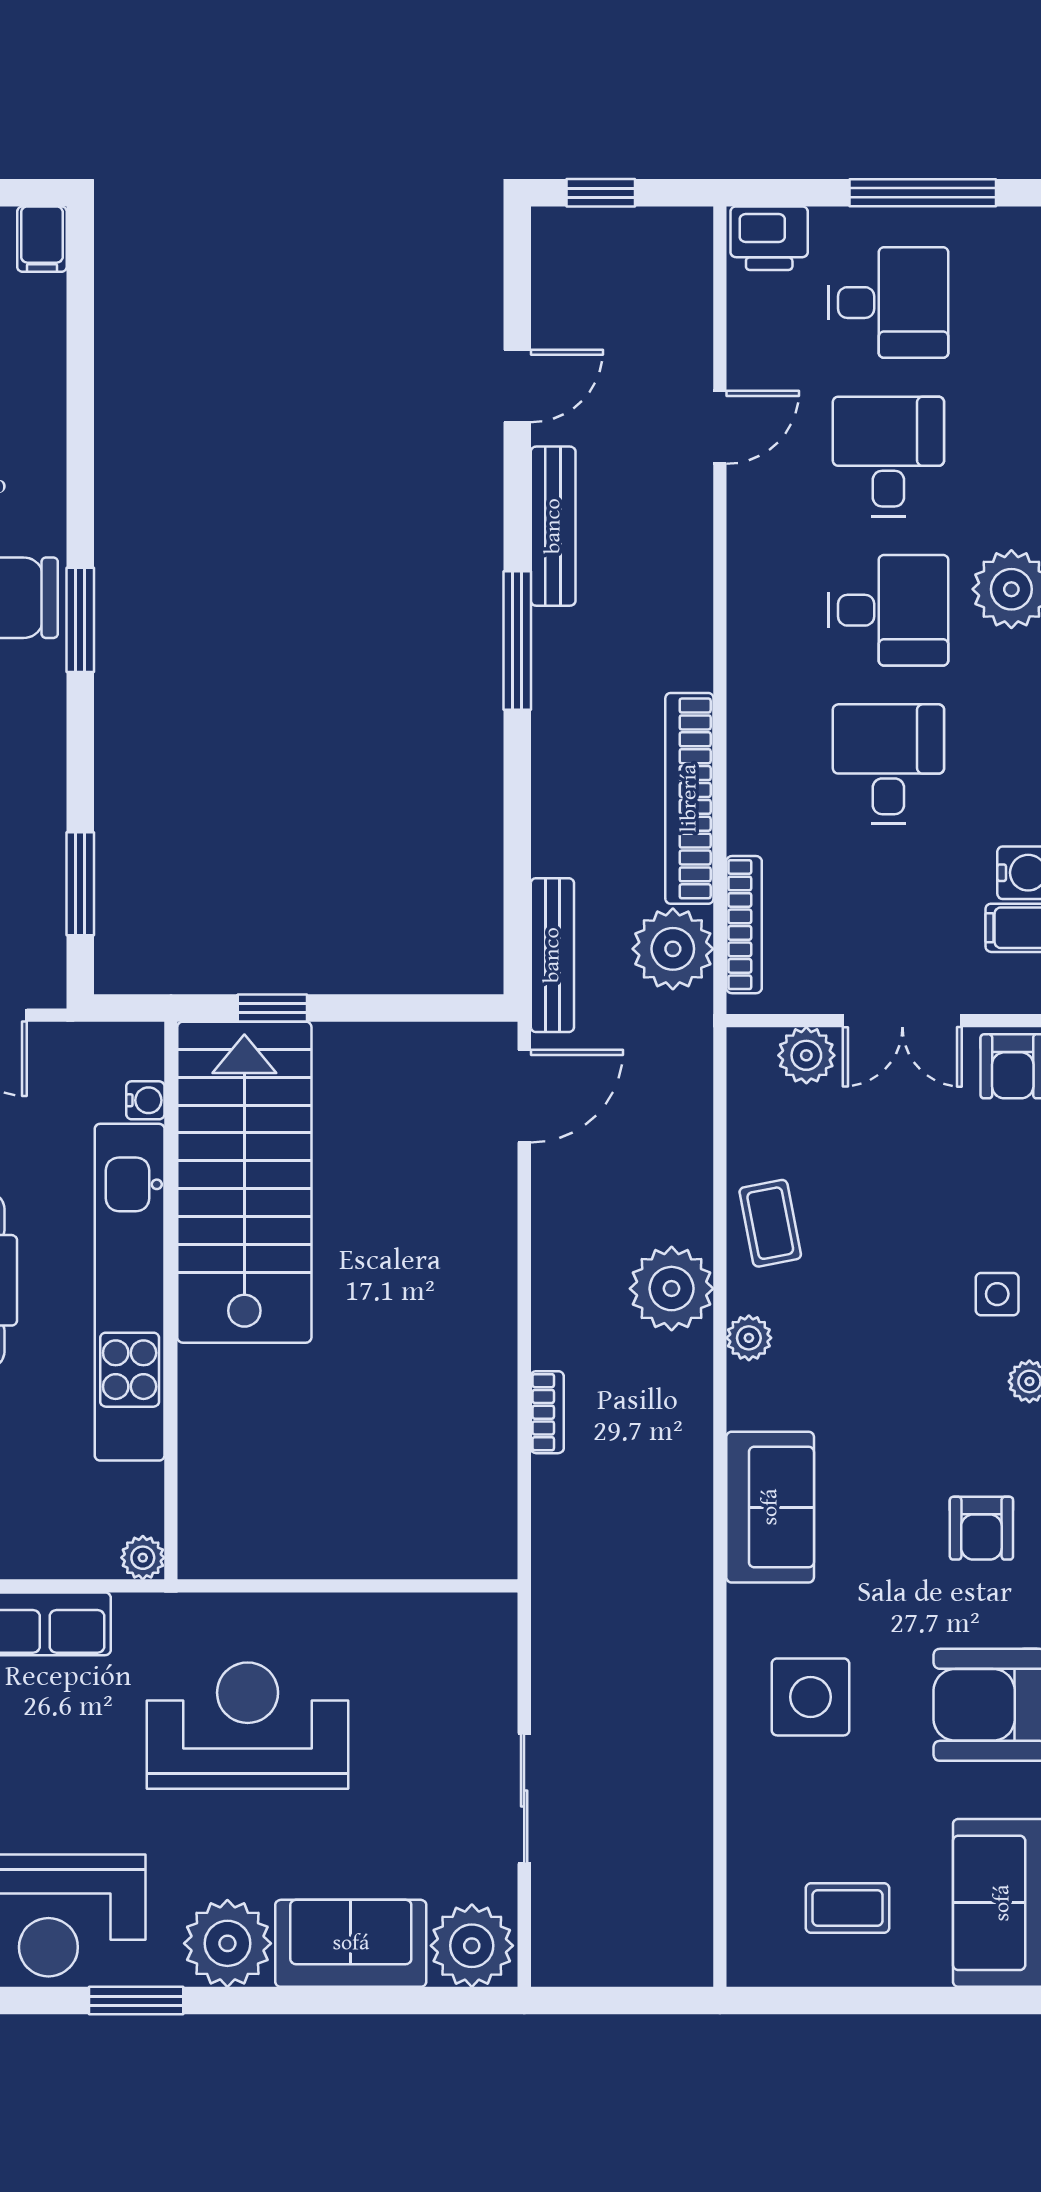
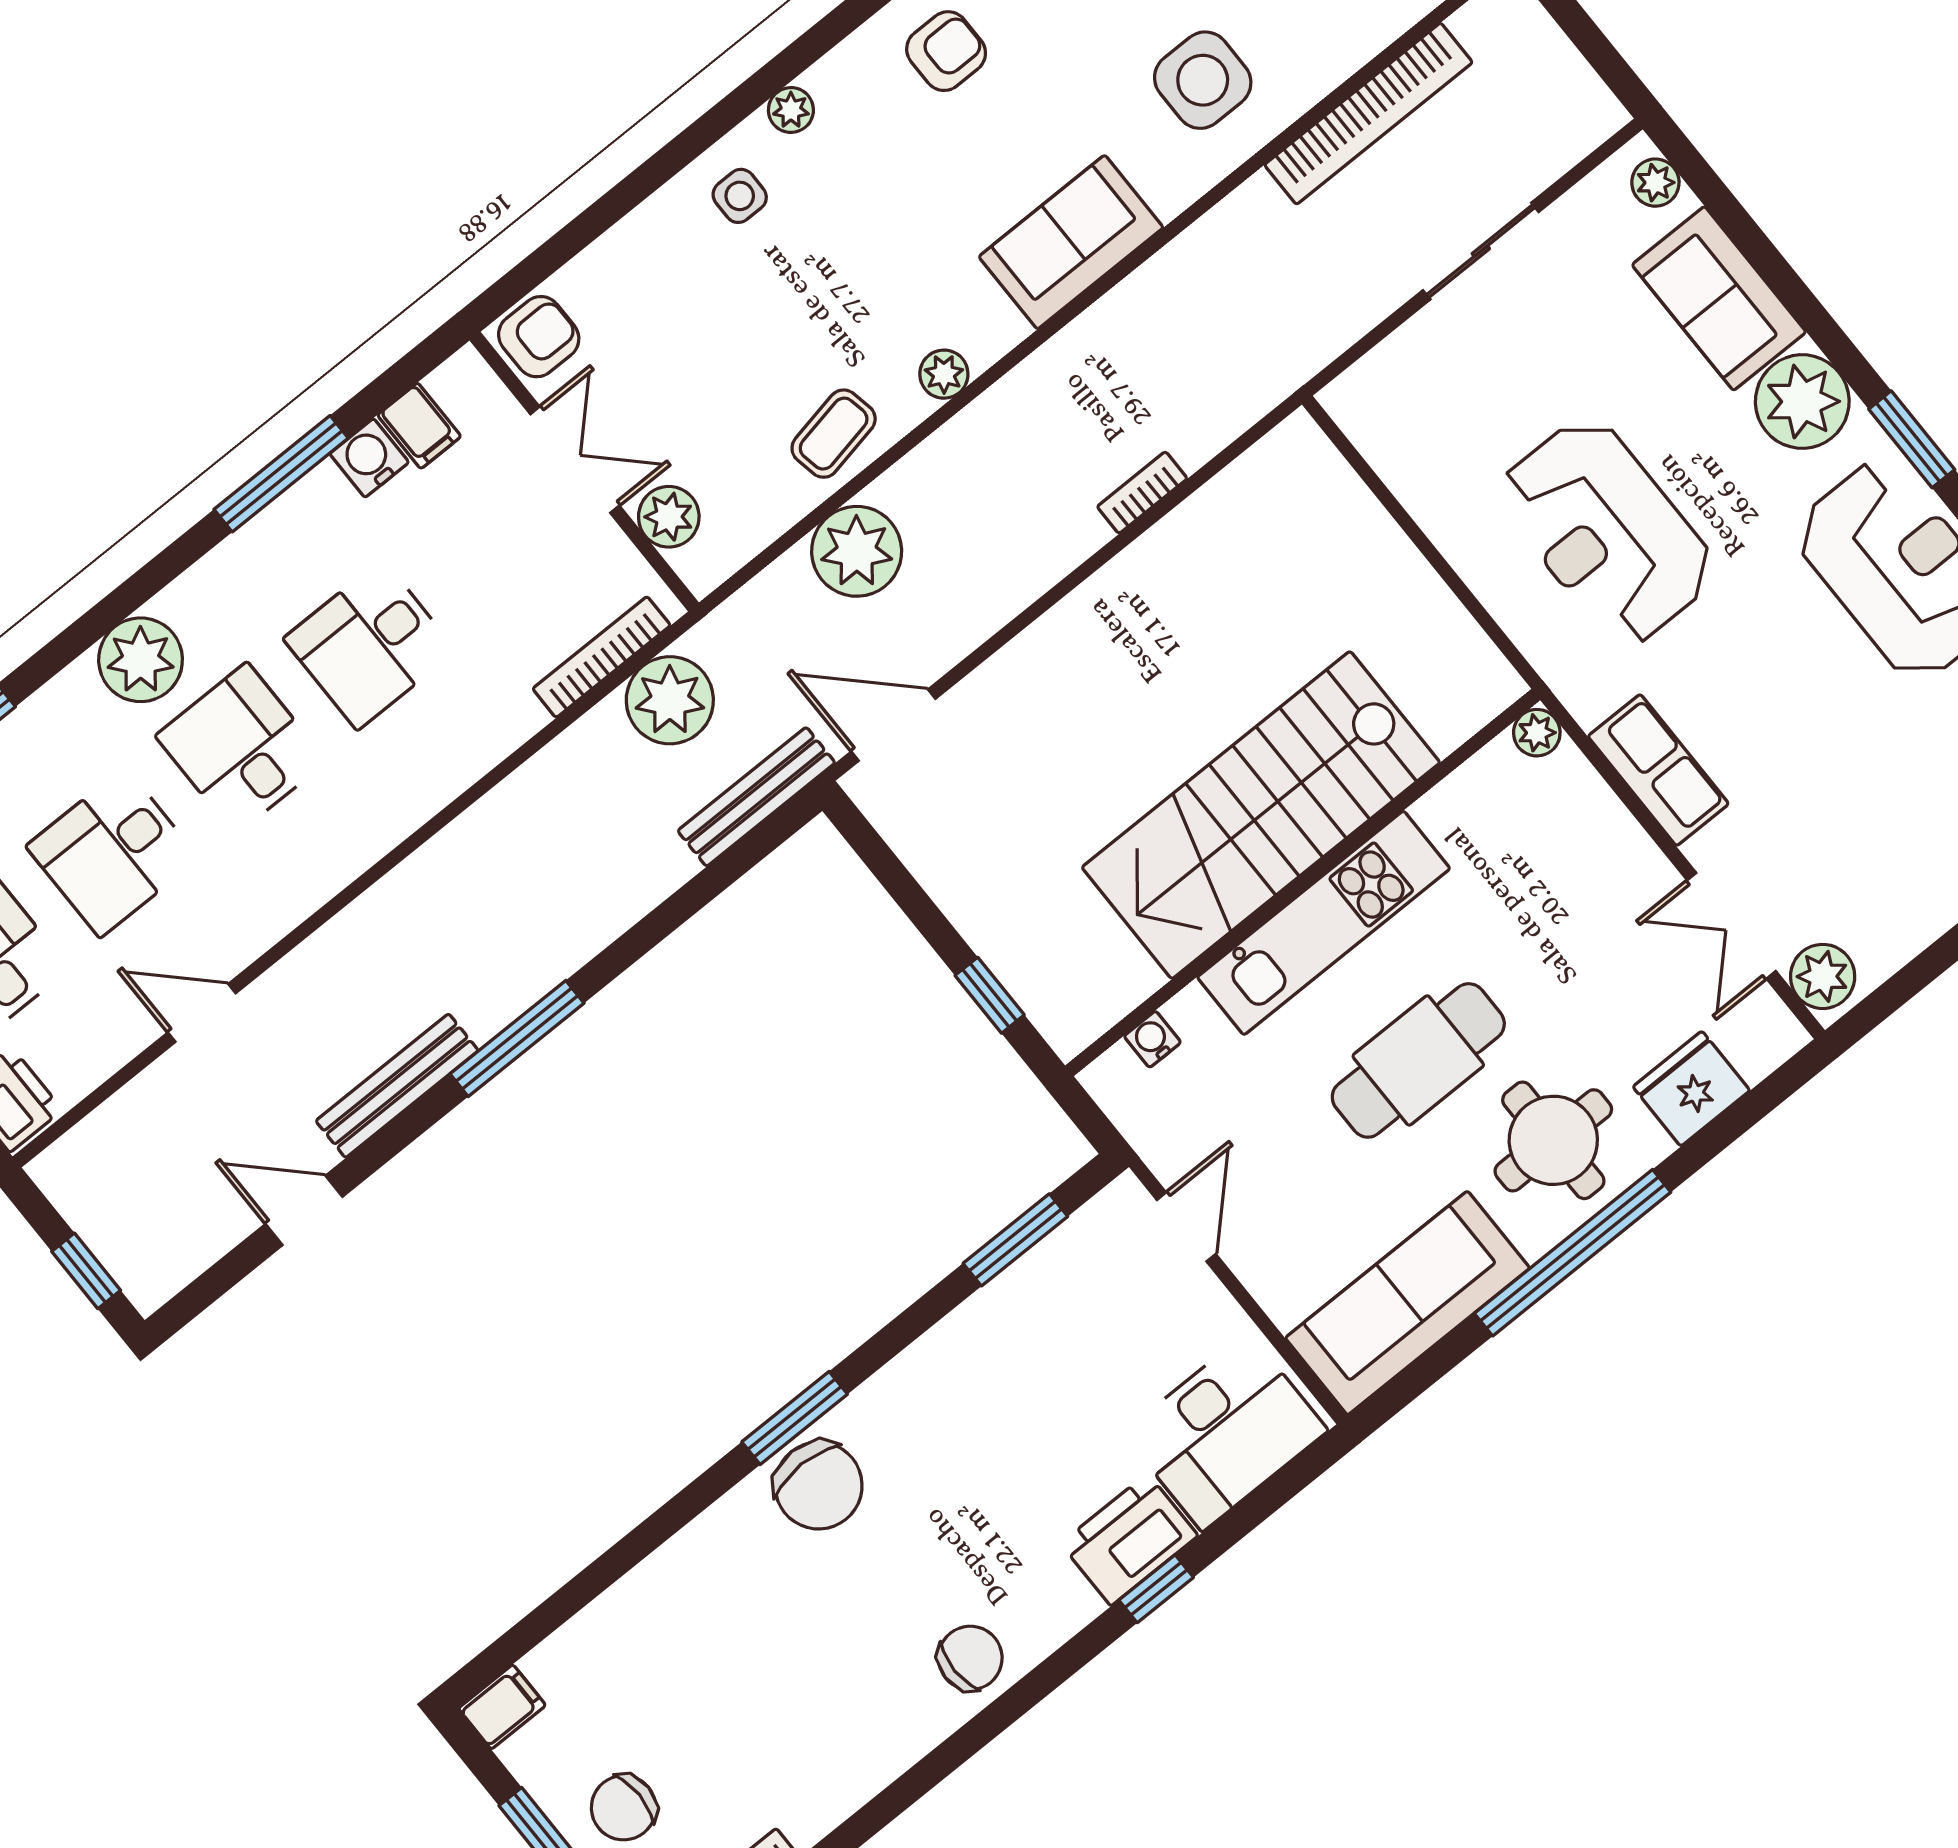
bookcase: (689, 798) -> (1368, 114), moved
stairs: (244, 1182) -> (1261, 815), moved
plant: (672, 1289) -> (857, 551), moved
kitchen unit: (130, 1292) -> (1324, 923), width x0.73
plant: (472, 1946) -> (1655, 183), width x0.53, depth x0.53

